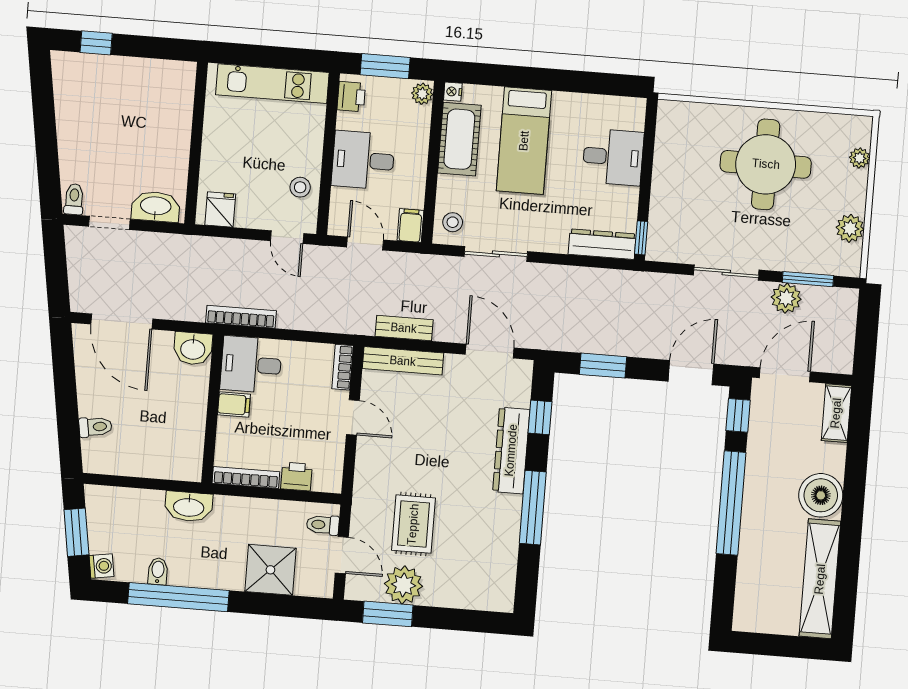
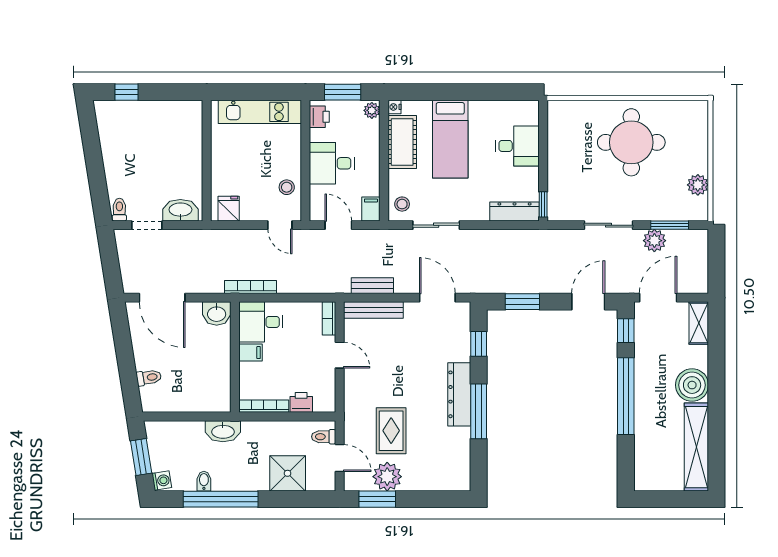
plant: (860, 158) -> (701, 132), removed
dresser: (511, 450) -> (459, 394), moved

